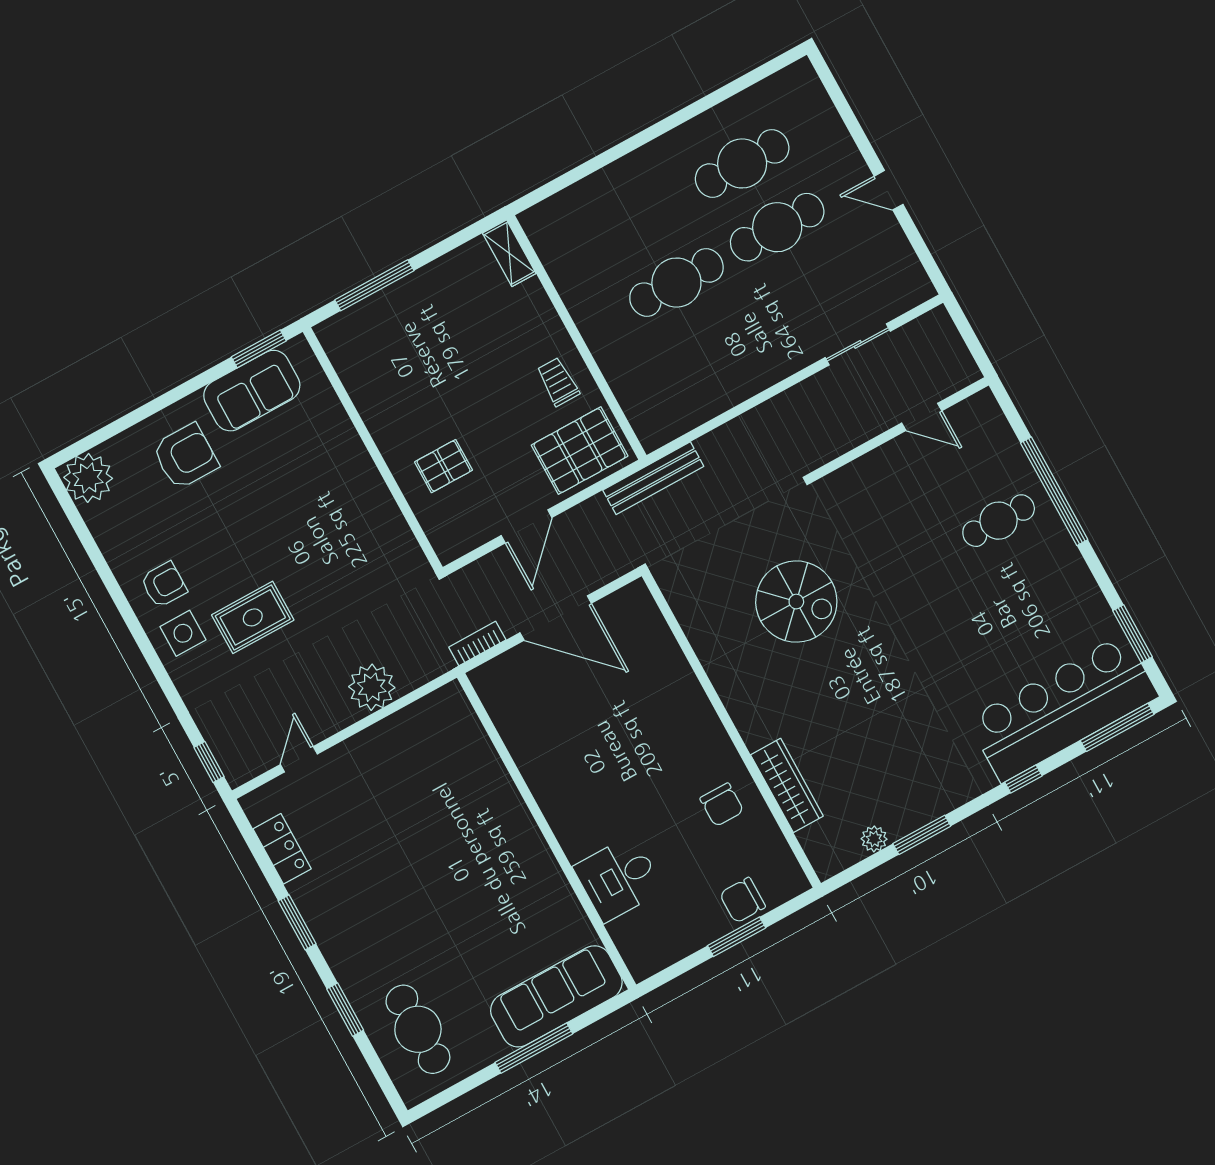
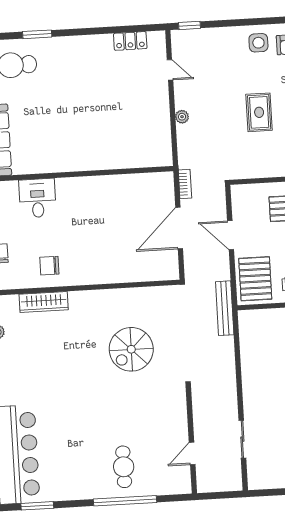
rug: (253, 617) -> (259, 112), moved
plant: (372, 687) -> (182, 117), width x0.53, depth x0.53
window: (297, 922) -> (91, 31), removed

